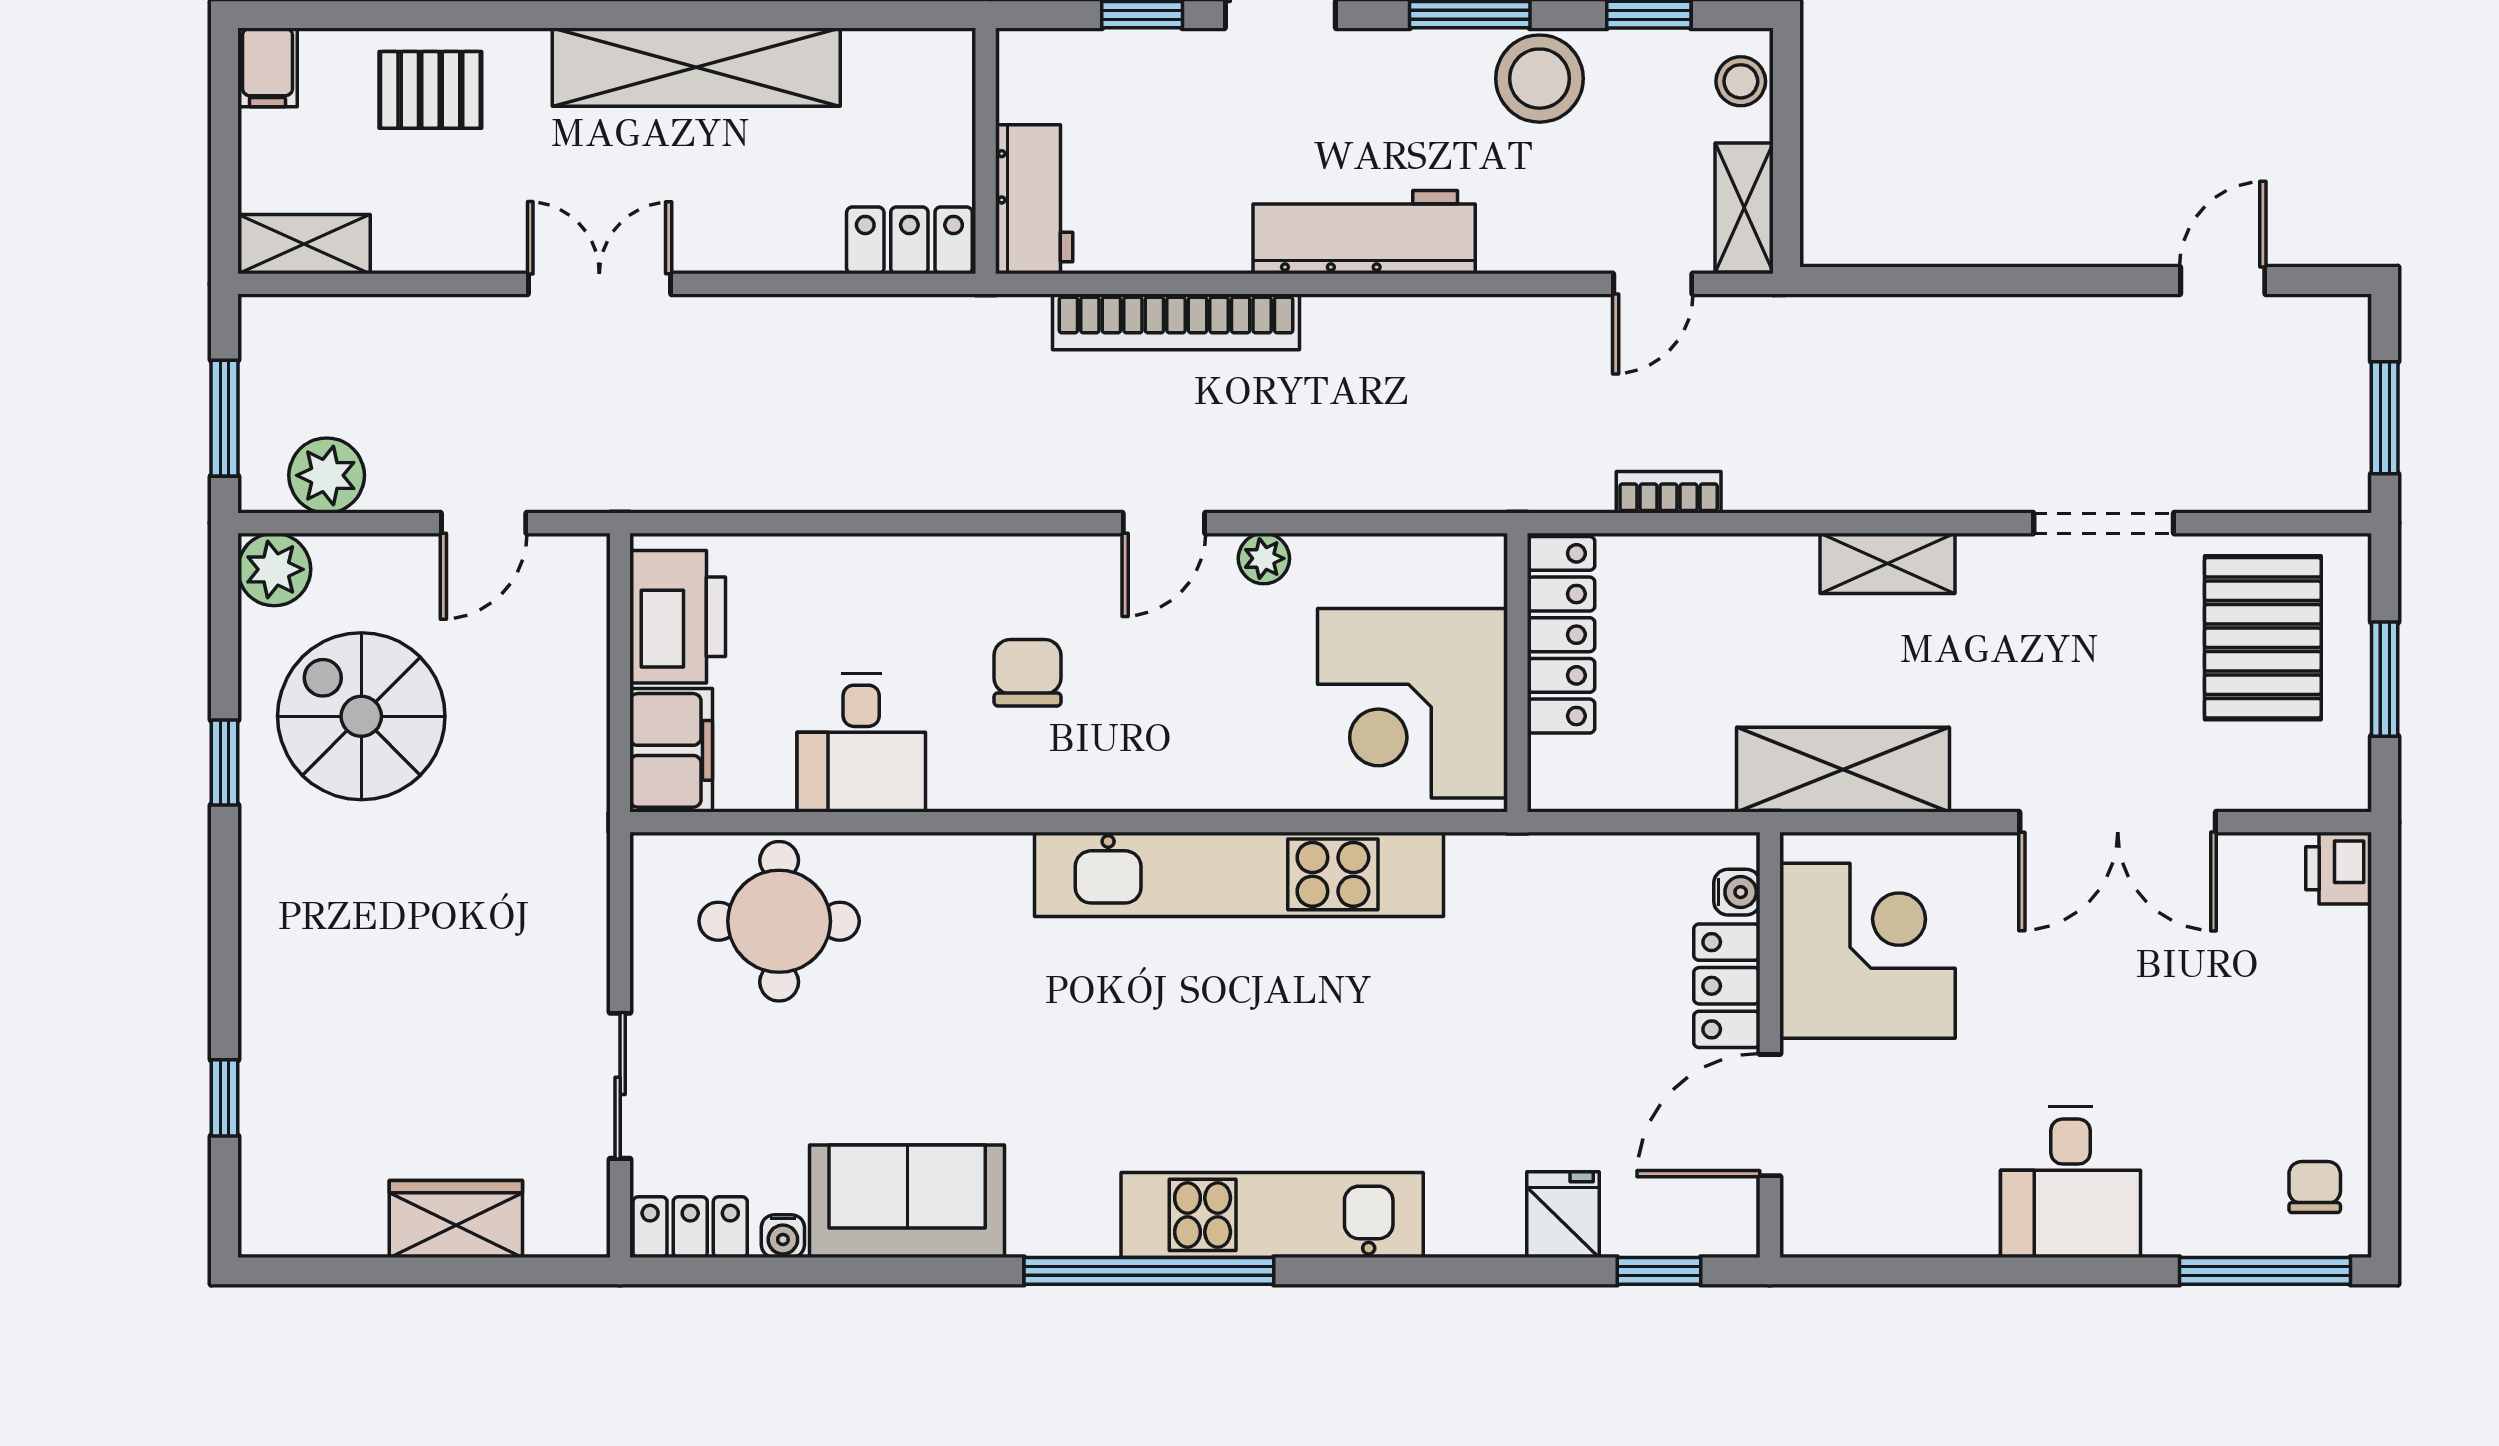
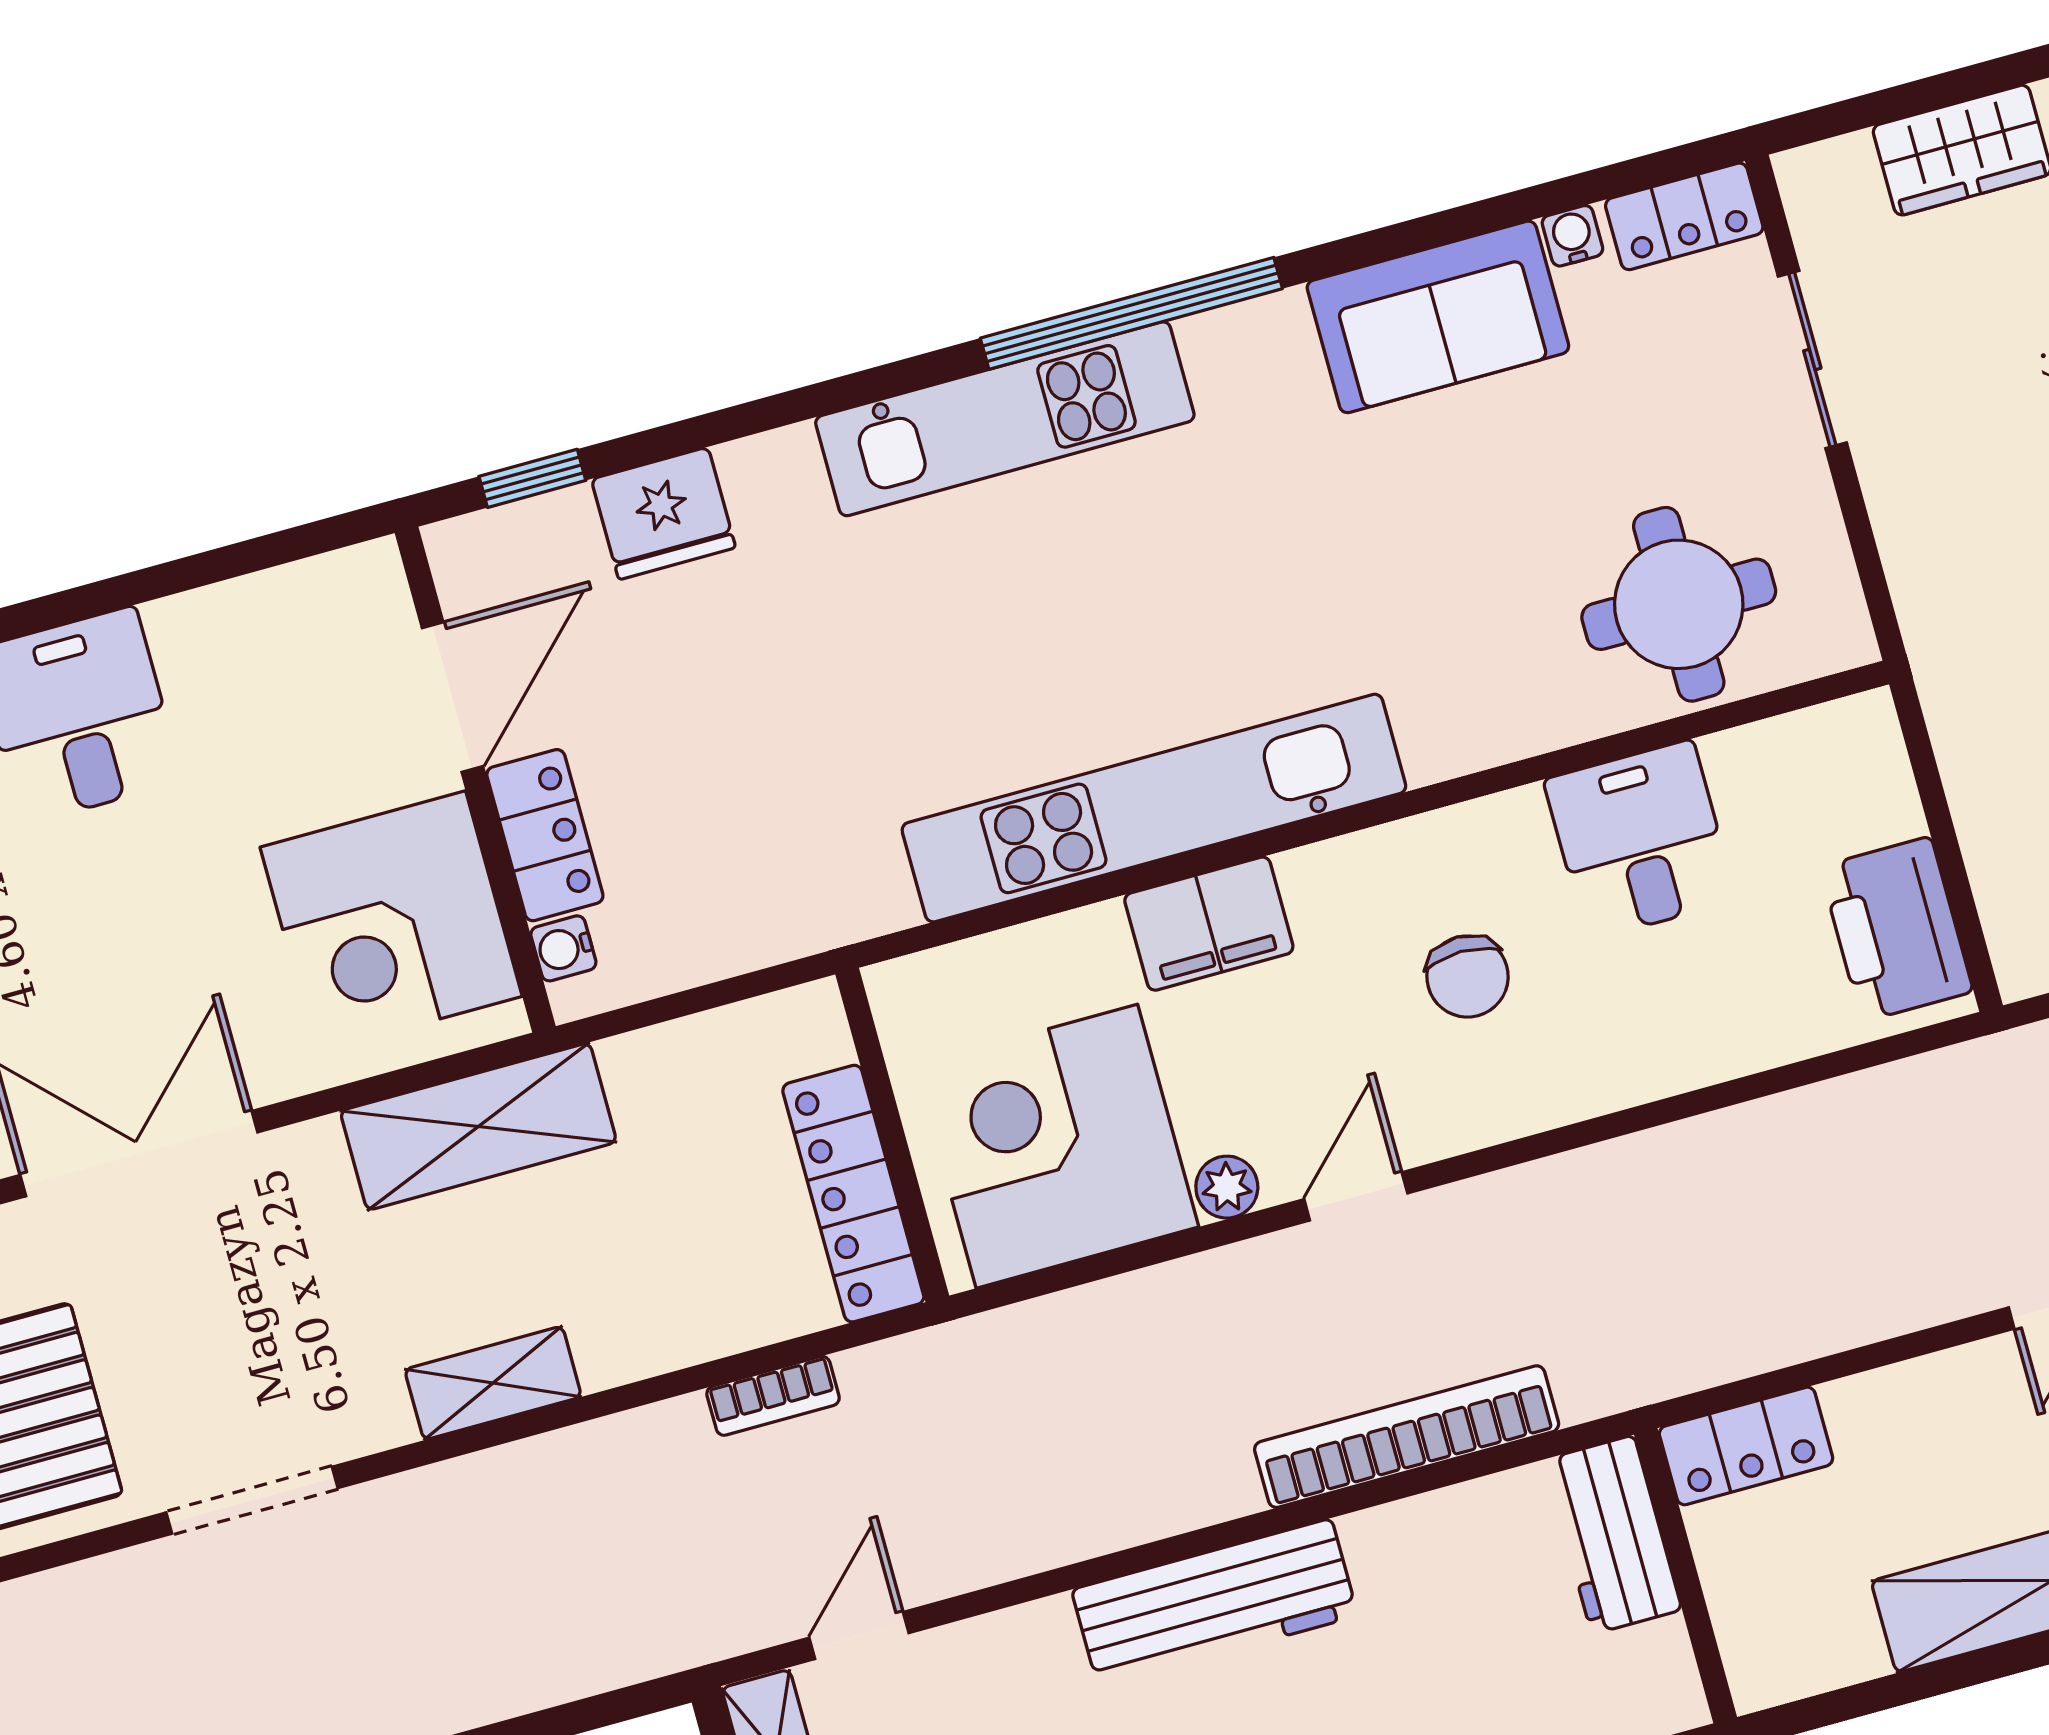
corner desk: (1412, 703) -> (1057, 1146), moved, turned -90
filing cabinet: (671, 750) -> (1209, 924), moved, turned -90
fridge: (1563, 1215) -> (663, 513), width x1.38

